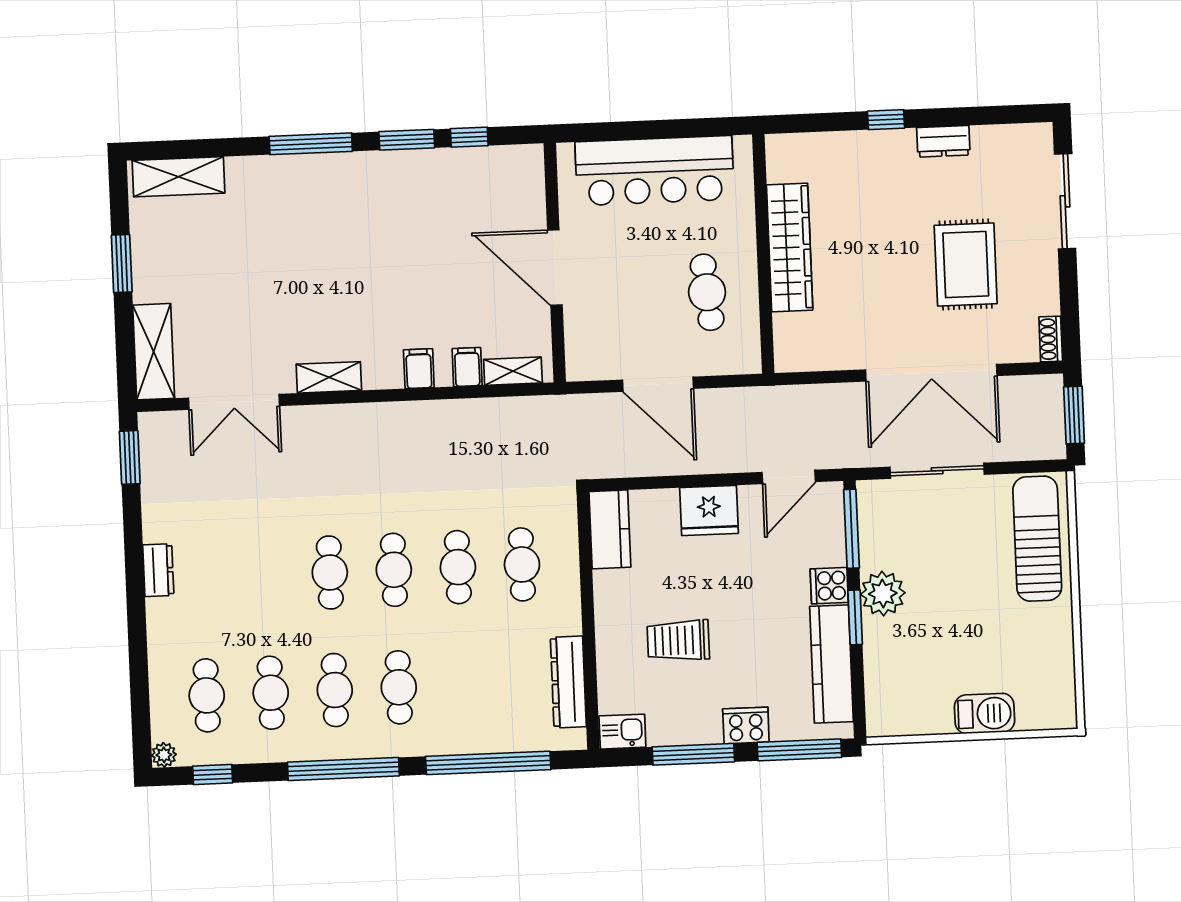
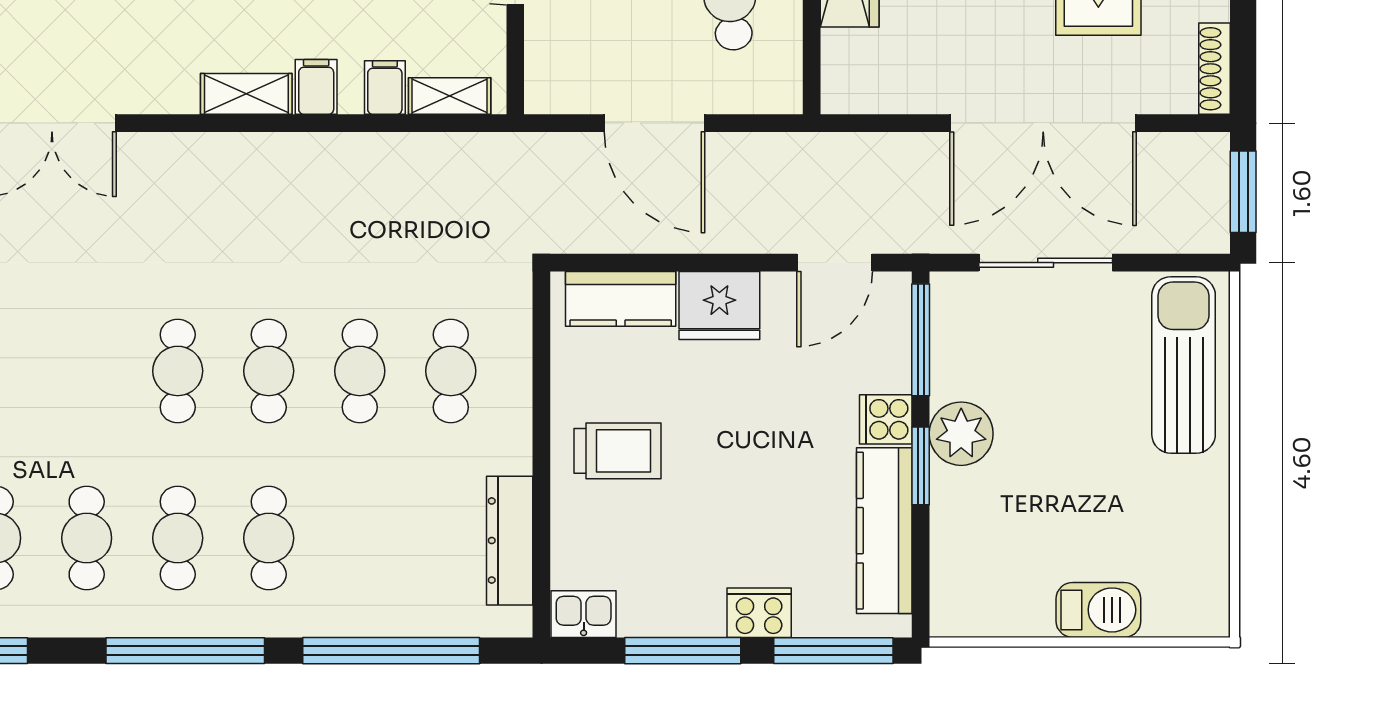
shoe rack: (1051, 339) -> (1215, 69), width x1.43
shelving: (329, 377) -> (246, 94), moved
kitchen counter: (610, 529) -> (621, 299), moved, turned 90
trolley: (678, 640) -> (617, 451), moved, turned 180

